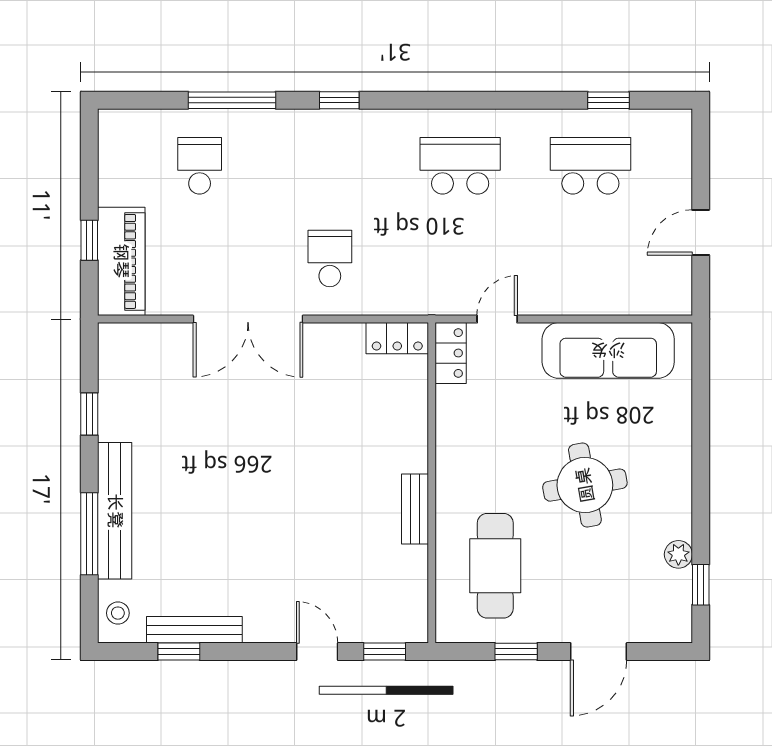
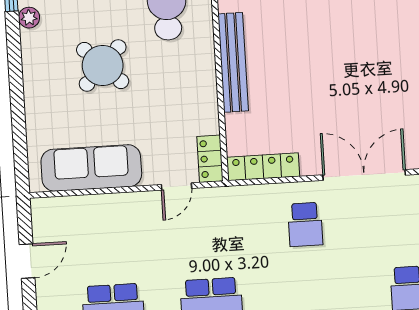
locker: (397, 338) -> (263, 167), width x1.53
round table: (585, 485) -> (103, 65), turned -36
bench: (415, 509) -> (233, 62), width x1.86, depth x1.21

